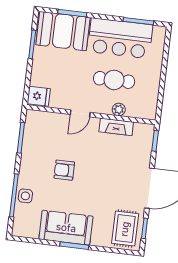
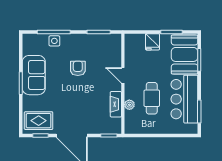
fridge: (39, 96) -> (152, 42), moved

